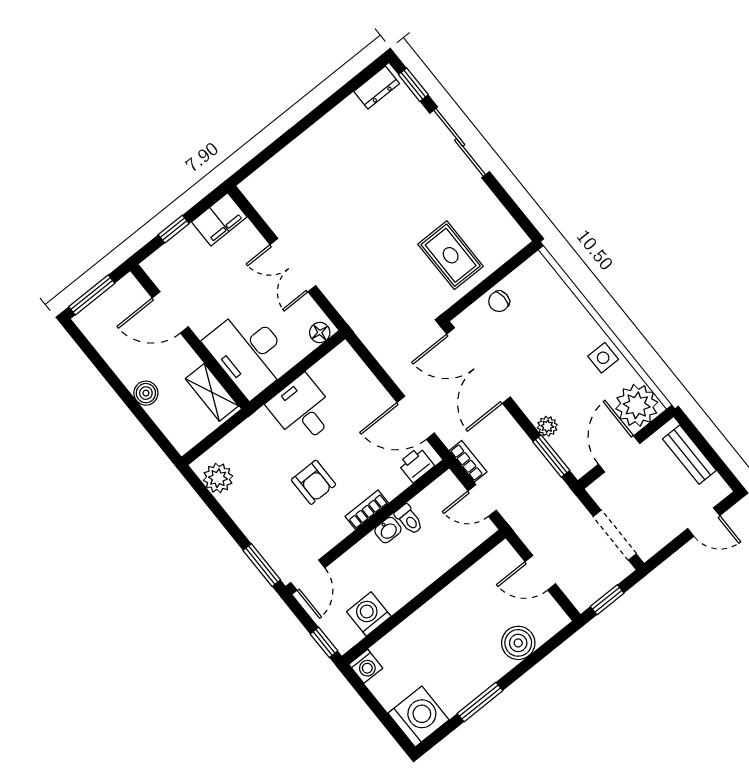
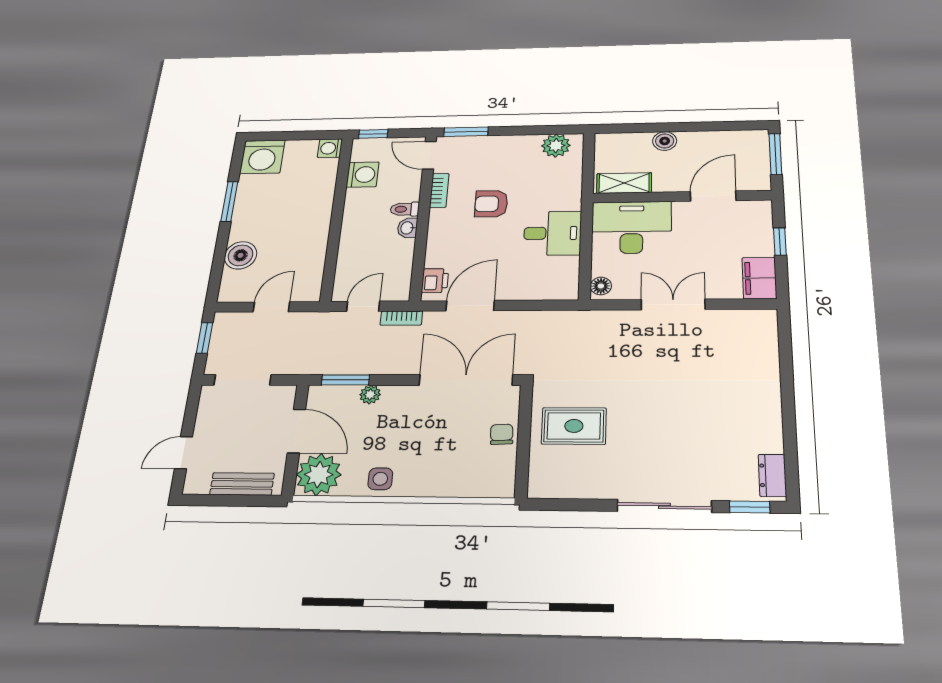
bookcase: (367, 510) -> (439, 190), moved
toilet: (409, 519) -> (405, 209), moved

